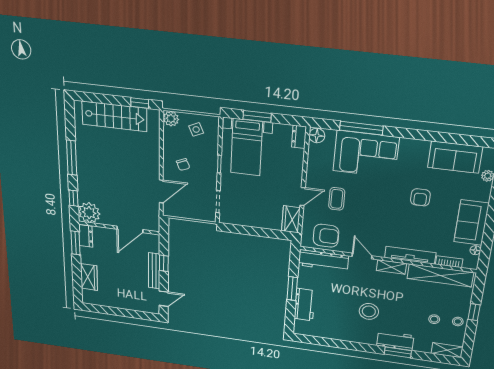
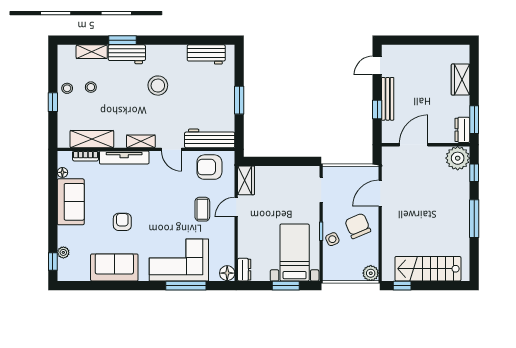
side table: (196, 129) -> (332, 239), moved
sofa: (455, 157) -> (114, 267), moved
chair: (183, 165) -> (358, 226), width x1.87, depth x1.87
shelving: (440, 275) -> (92, 139), width x0.68
workbench: (305, 305) -> (206, 54), moved, turned -90
shelving: (447, 350) -> (92, 52), moved

